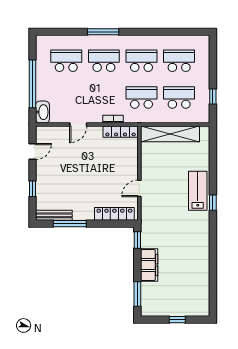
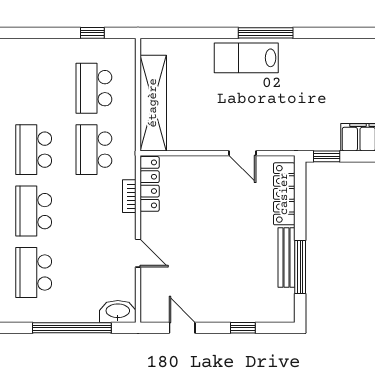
school desk: (179, 61) -> (34, 88), removed
window: (213, 203) -> (266, 33), width x2.17
bench: (54, 215) -> (286, 258), moved

